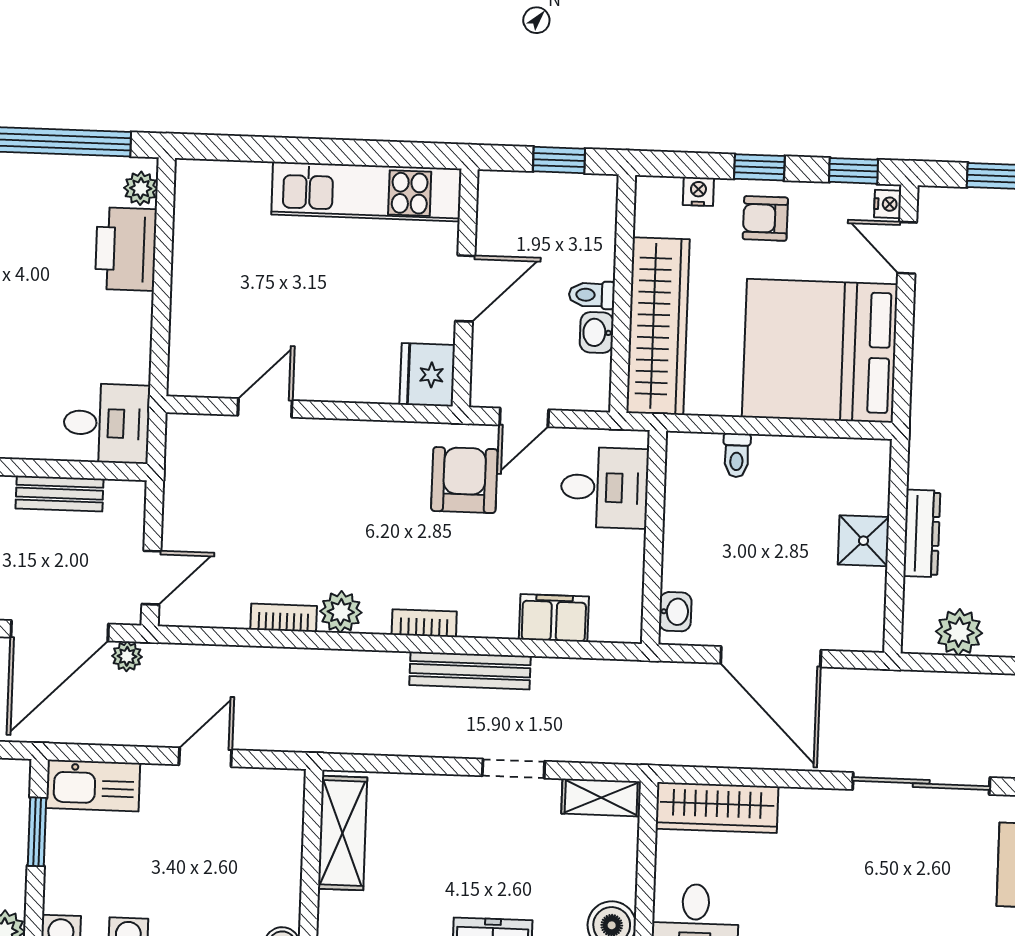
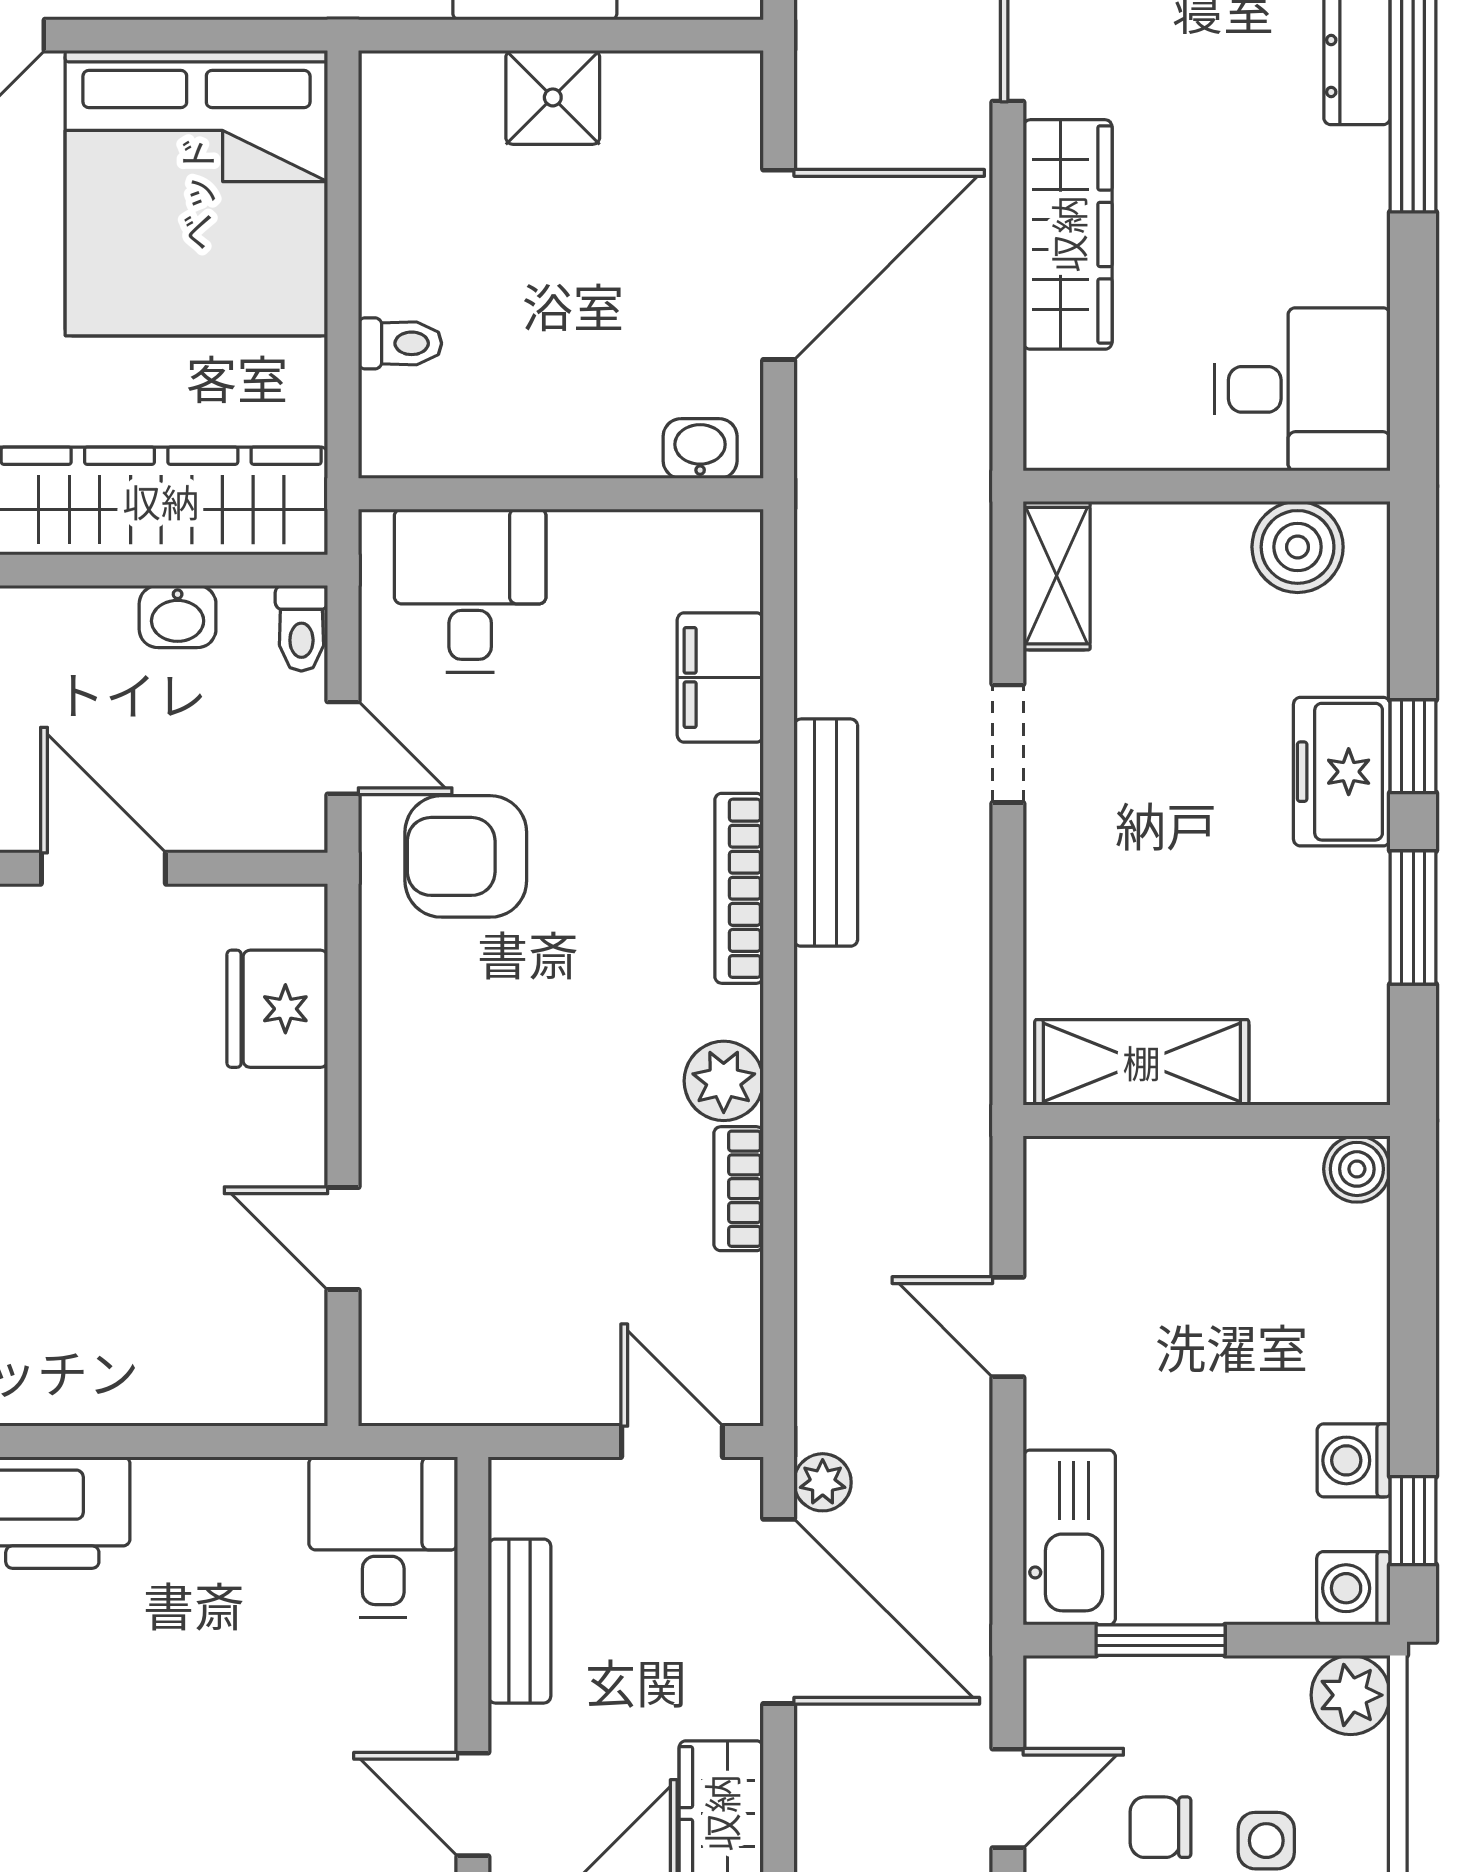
toilet: (592, 295) -> (301, 628), moved
fridge: (427, 375) -> (277, 1009), moved, turned 90
bookcase: (424, 623) -> (739, 888), width x1.56
wardrobe: (717, 808) -> (1068, 234), moved

